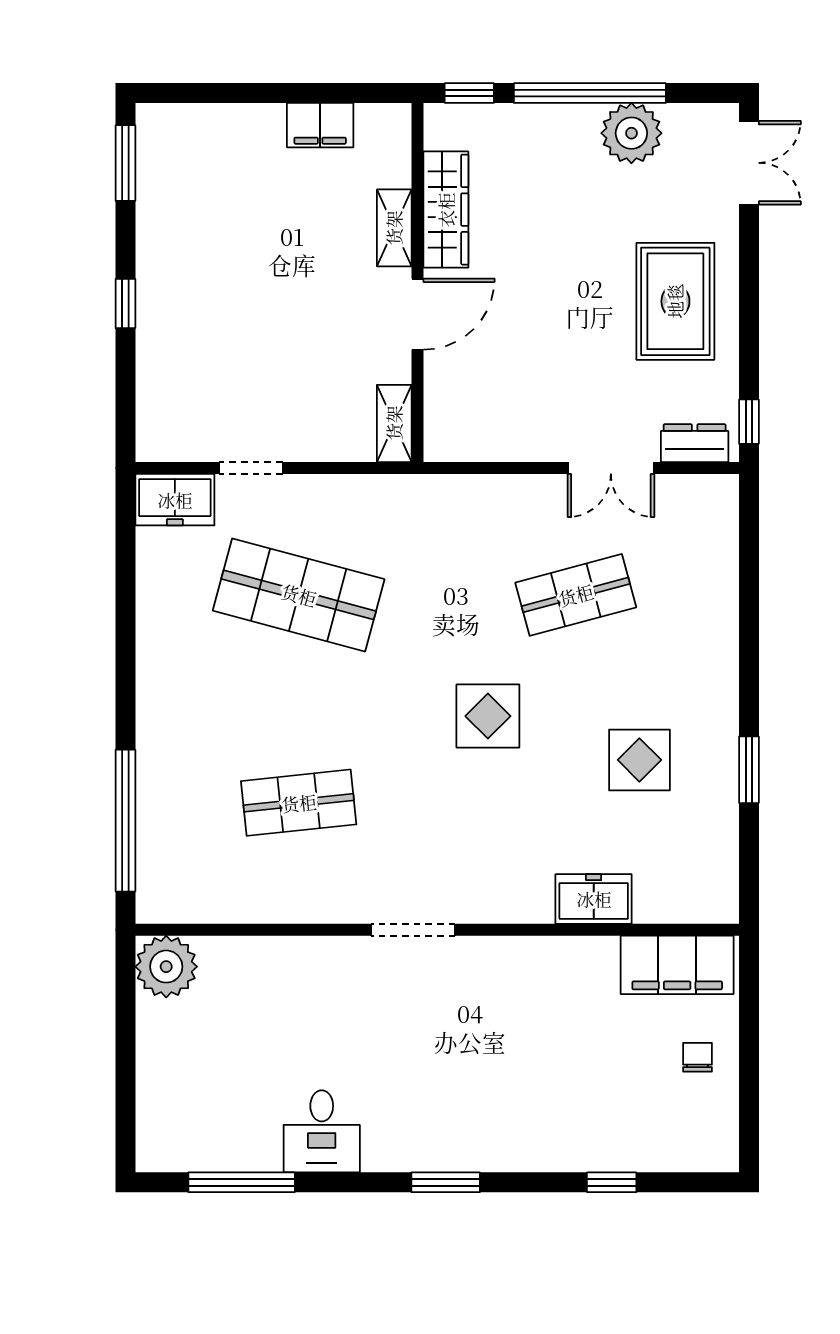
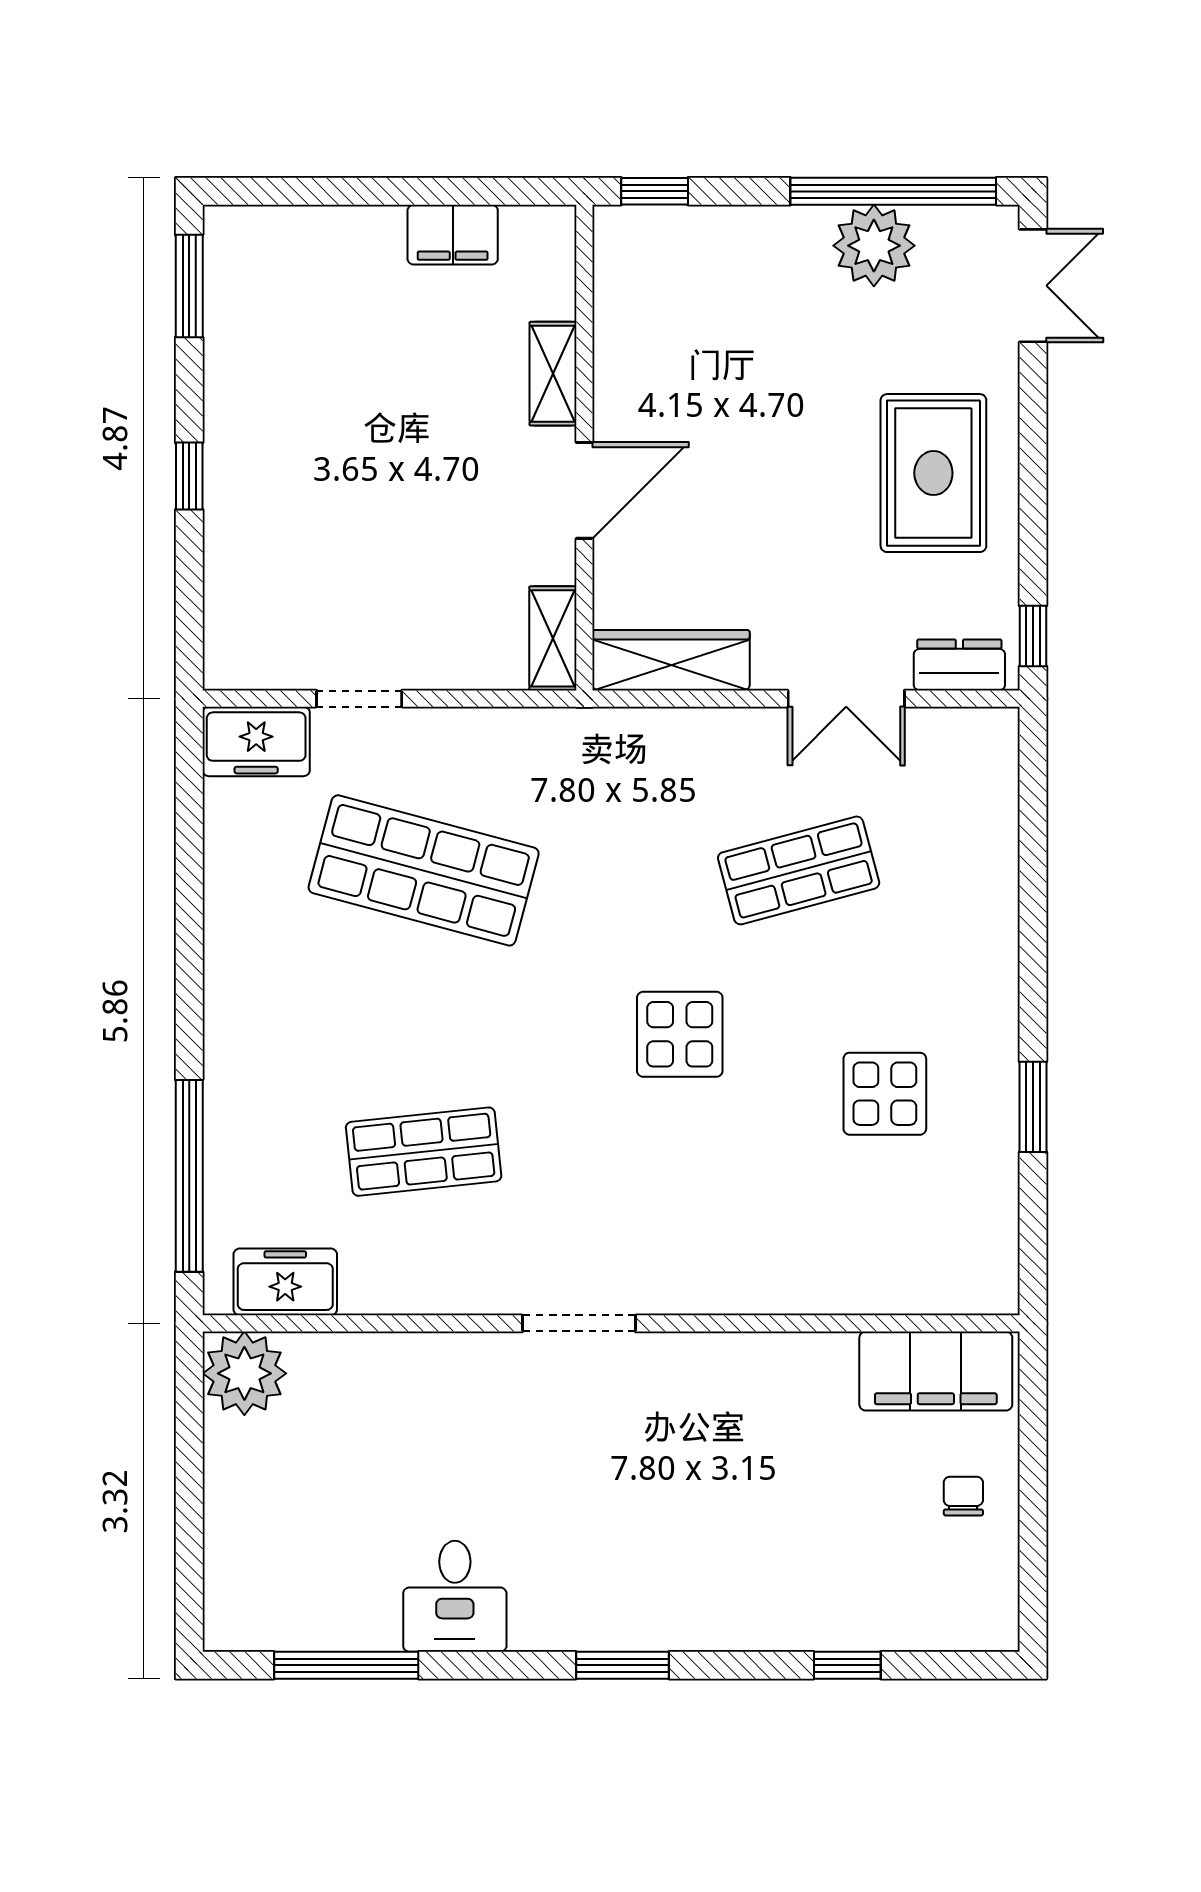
window: (590, 93) -> (893, 191), moved
wardrobe: (446, 210) -> (671, 660), moved, turned -90
freezer: (594, 899) -> (285, 1282), moved

